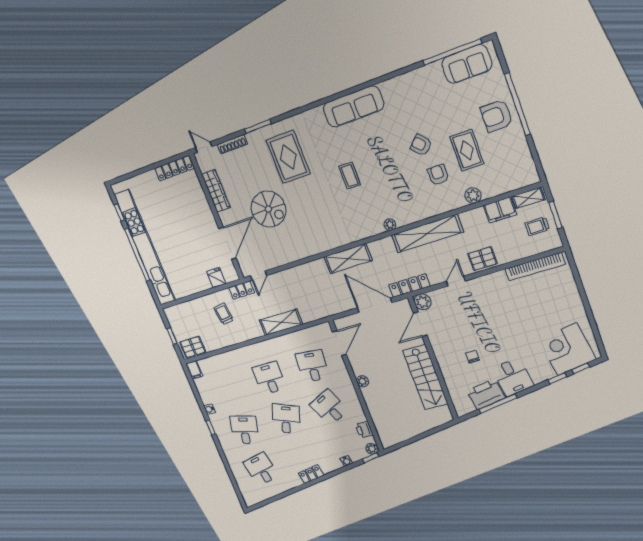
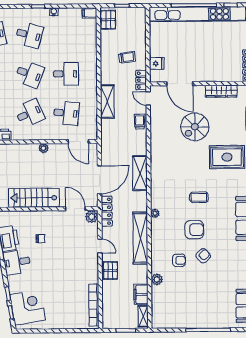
armchair: (497, 116) -> (194, 230), moved, turned 90
rug: (467, 150) -> (189, 286), removed
trolley: (537, 226) -> (140, 122), moved

